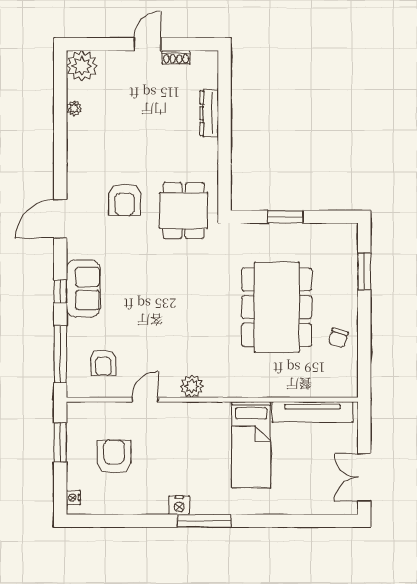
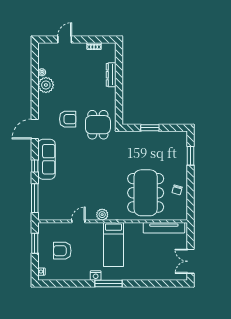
door: (147, 44) -> (65, 40), moved
plant: (82, 66) -> (46, 85), moved
armchair: (125, 200) -> (68, 119), turned -90
sofa: (83, 289) -> (47, 159), width x1.36
dining table: (277, 307) -> (146, 193), moved
armchair: (103, 363) -> (57, 203), removed
bed: (251, 445) -> (113, 245), moved
armchair: (114, 457) -> (62, 251), turned -90

